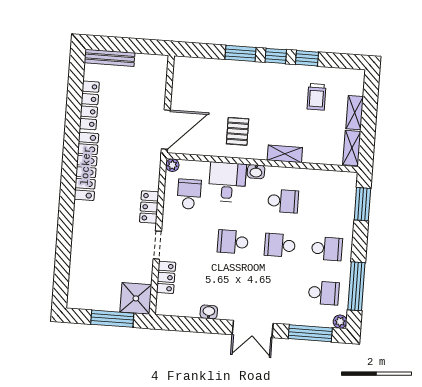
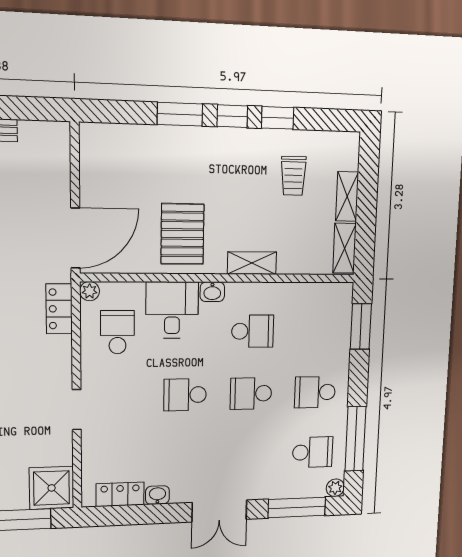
pallet: (238, 131) -> (182, 234), width x1.50, depth x1.42
locker: (149, 207) -> (59, 309), moved
school desk: (327, 249) -> (315, 392), turned 180
locker: (166, 277) -> (120, 494), moved, turned -90

